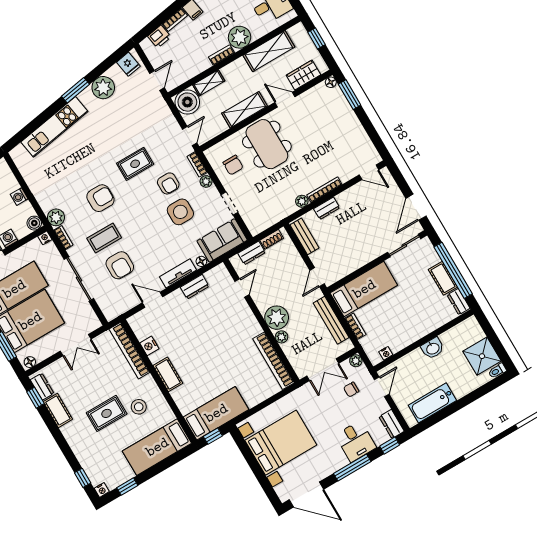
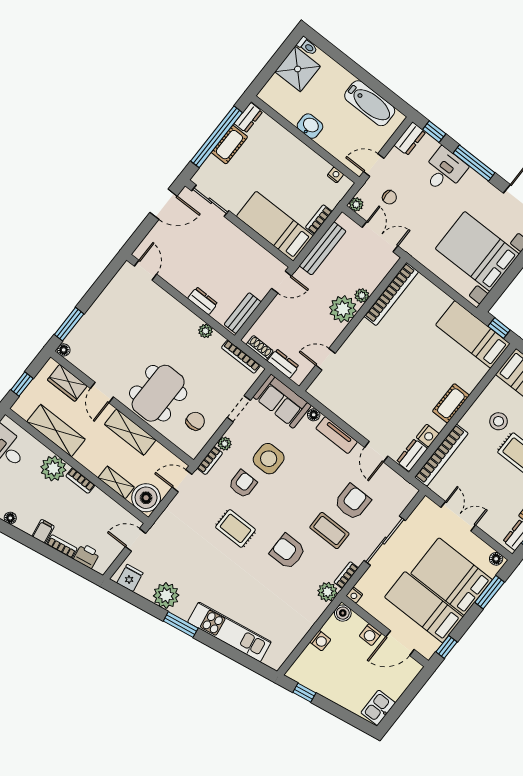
bookcase: (324, 190) -> (241, 357), moved
dresser: (195, 287) -> (412, 455), moved, turned -90

